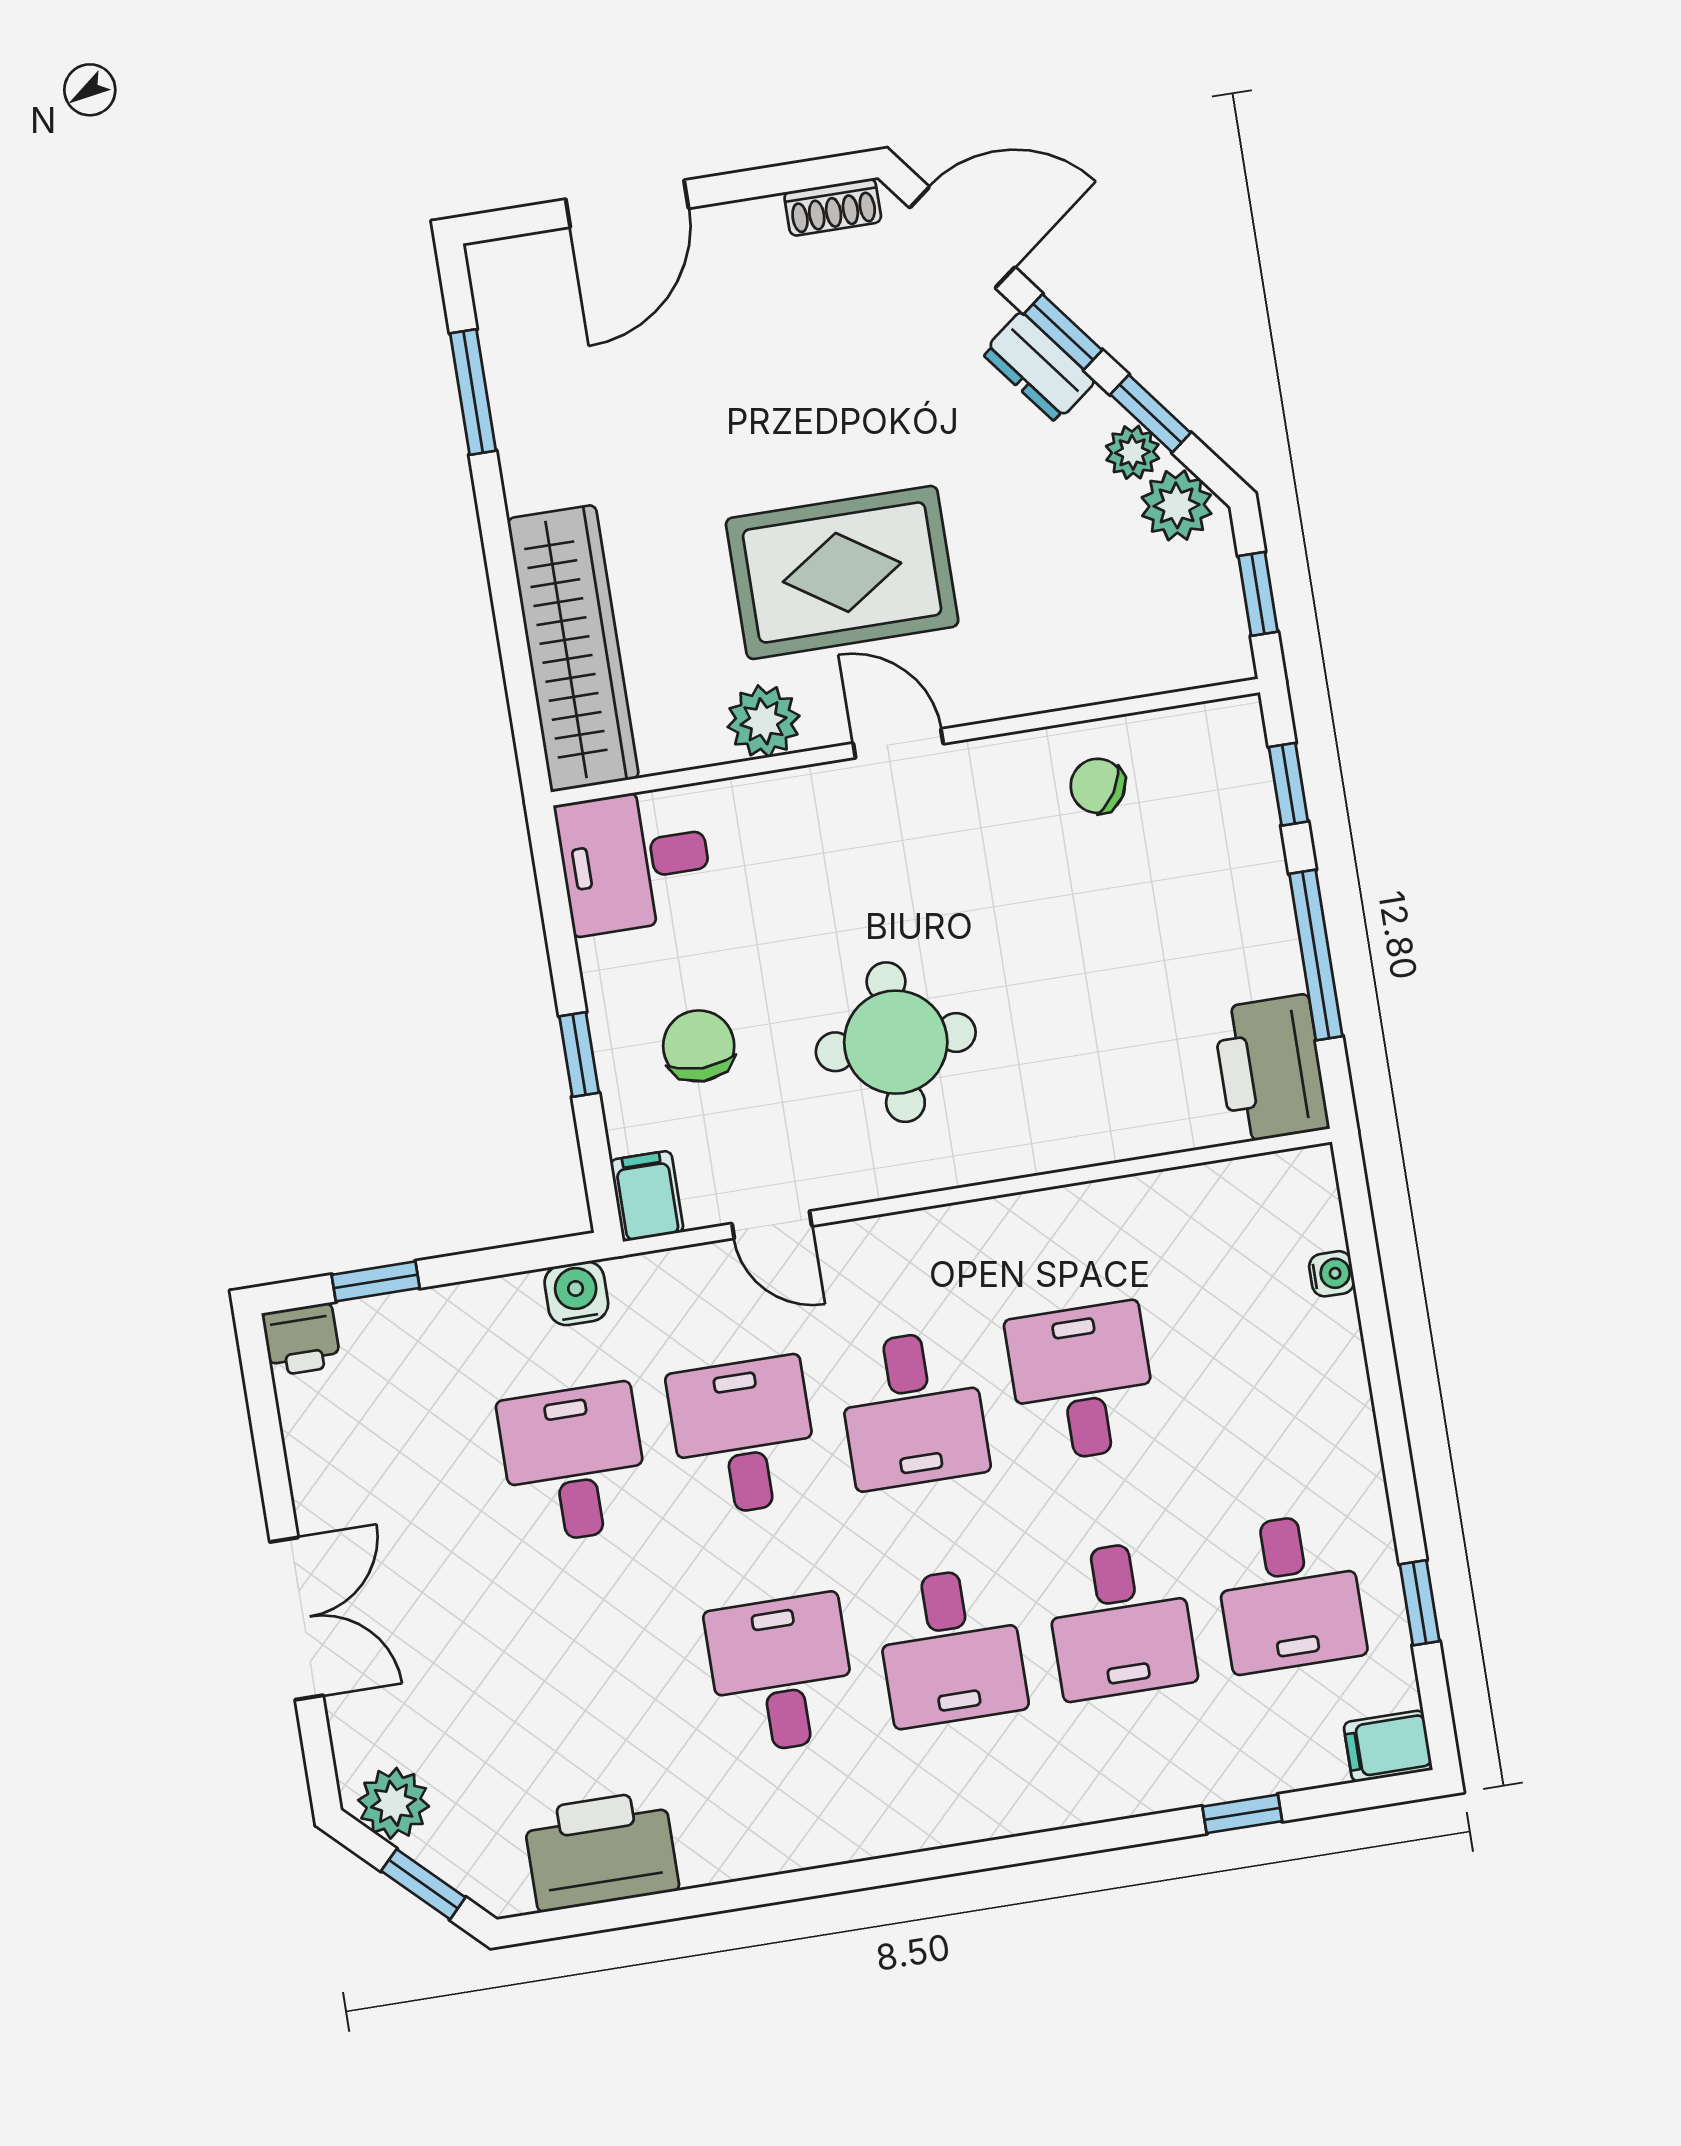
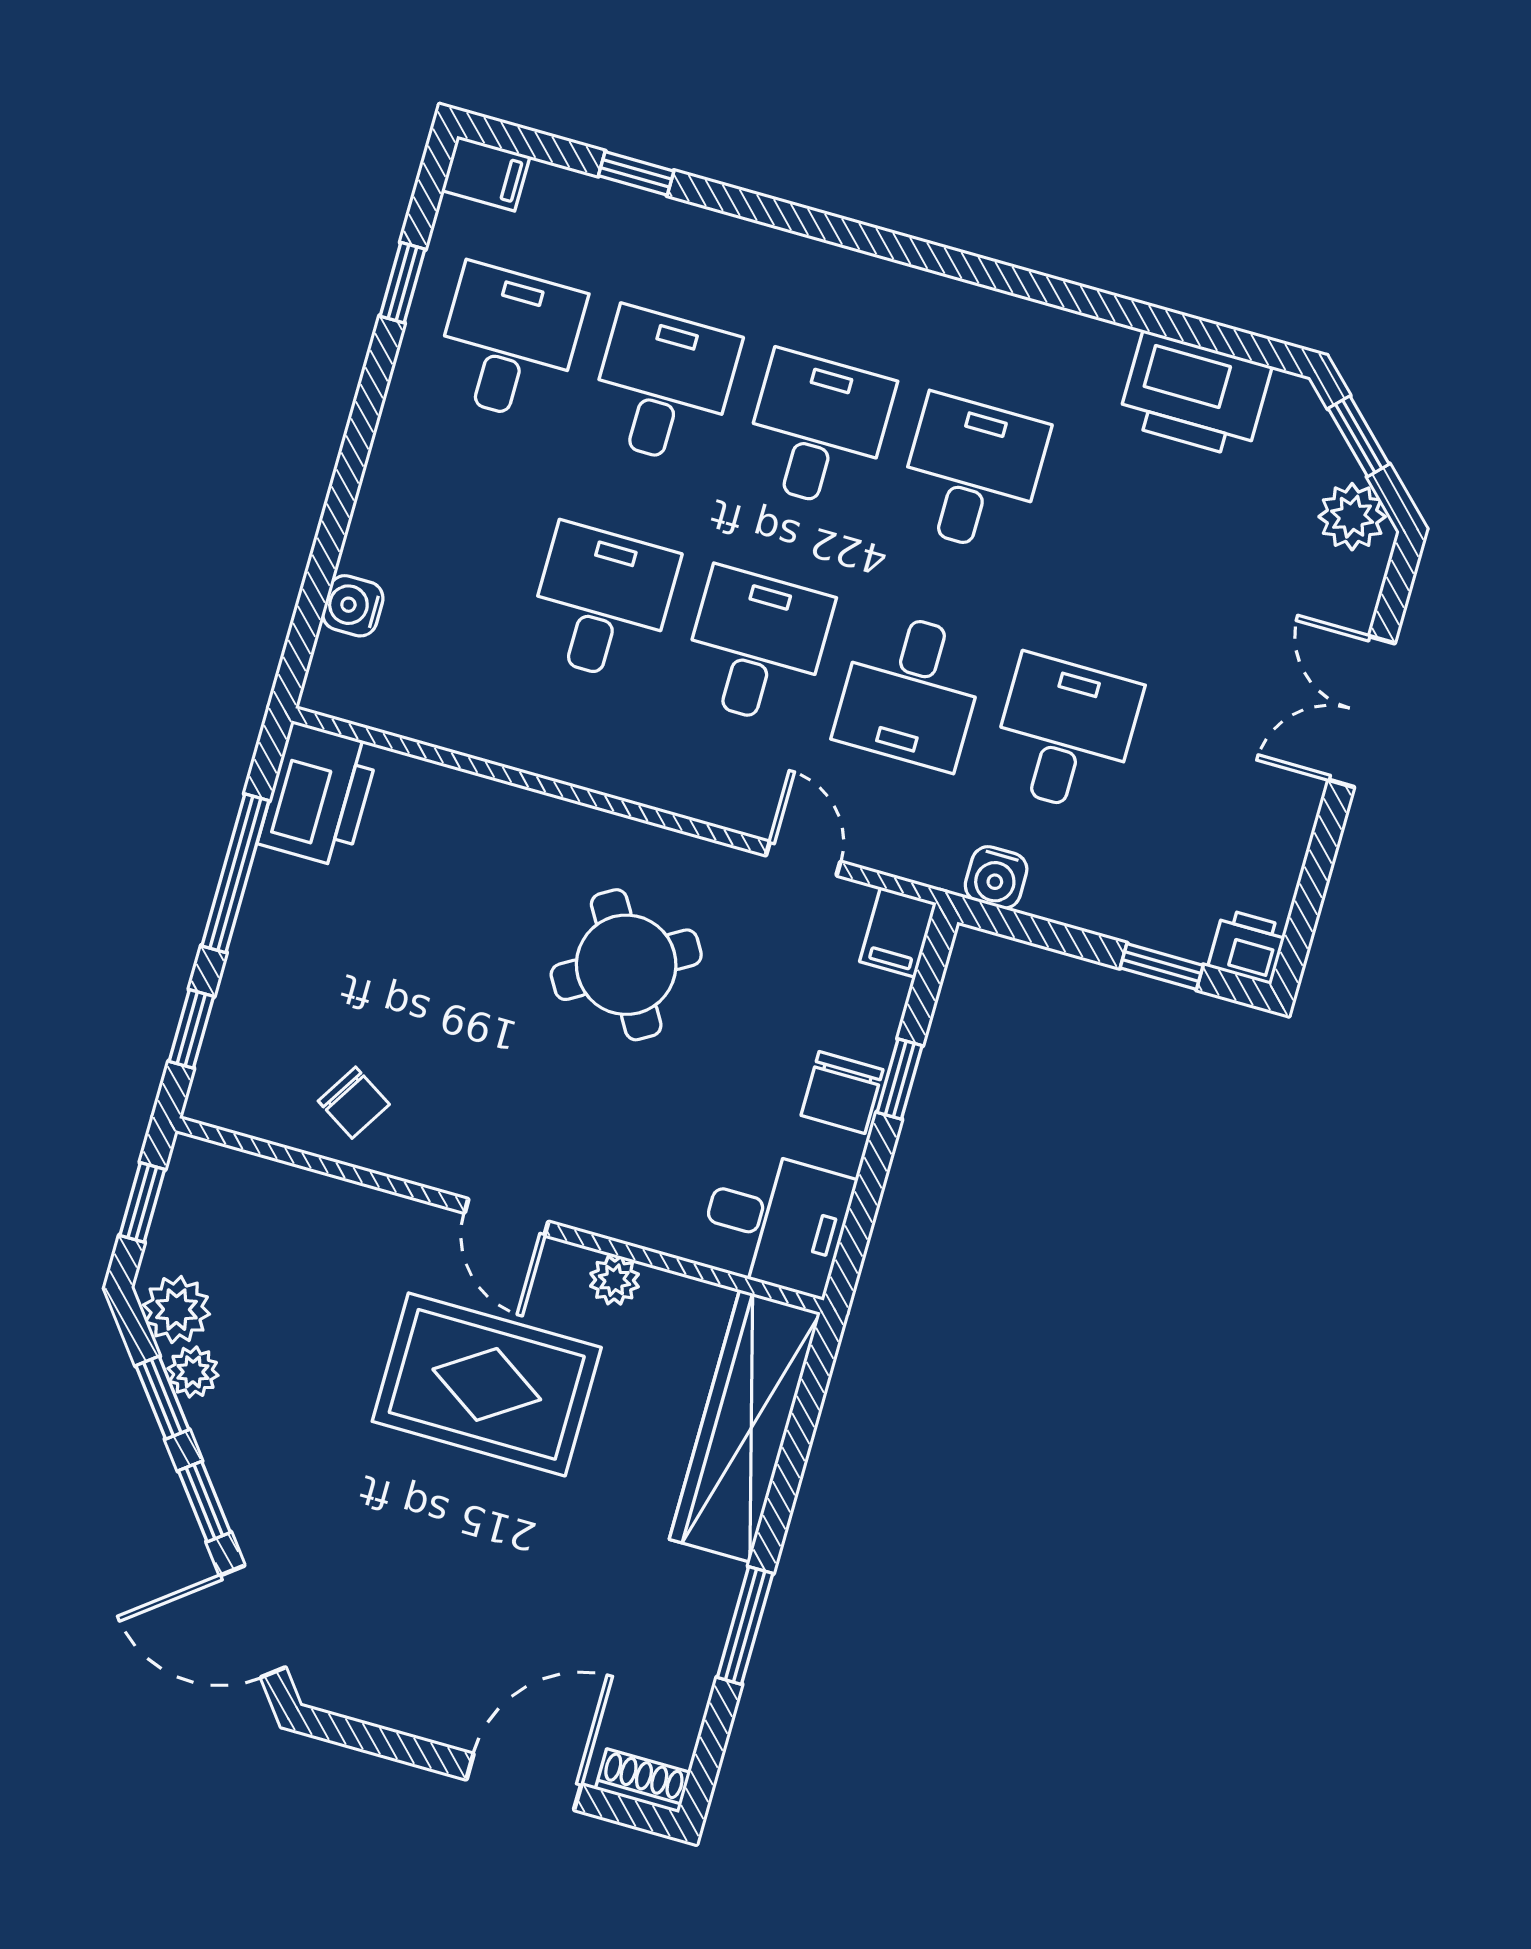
shoe rack: (833, 207) -> (643, 1781), moved
dresser: (1038, 367) -> (239, 1481), removed
window: (473, 392) -> (745, 1625), moved
plant: (764, 721) -> (615, 1280), width x0.73, depth x0.73
round table: (896, 1042) -> (626, 965), turned -31
chair: (699, 1046) -> (842, 1092), moved
water cooler: (1332, 1274) -> (353, 606), width x1.38, depth x1.38
desk: (1082, 1382) -> (602, 603), turned 180
desk: (574, 1464) -> (1065, 734), turned 180
desk: (781, 1674) -> (972, 474), turned 180

